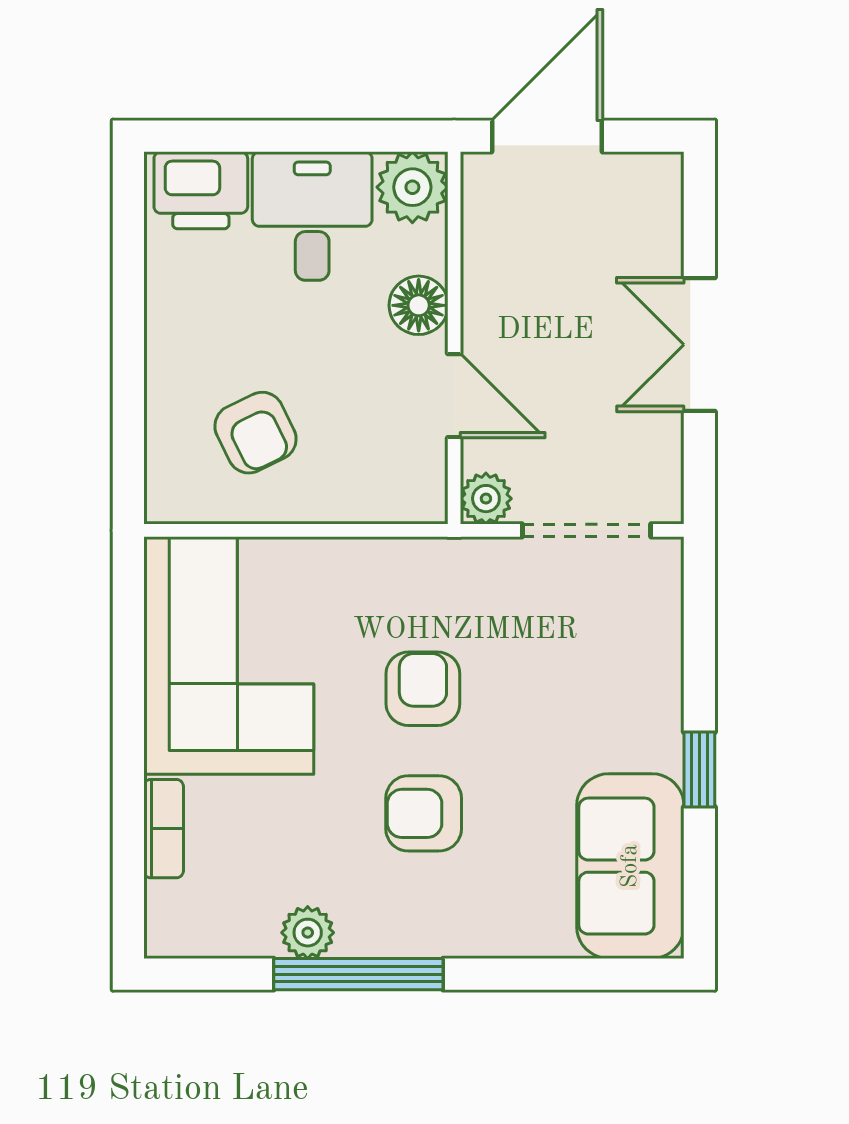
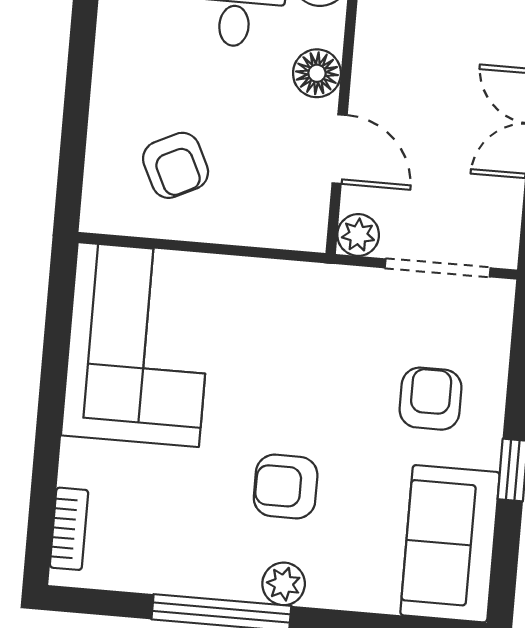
armchair: (423, 689) -> (431, 399), moved
bookcase: (164, 829) -> (69, 529), moved
plant: (308, 933) -> (284, 584), moved

